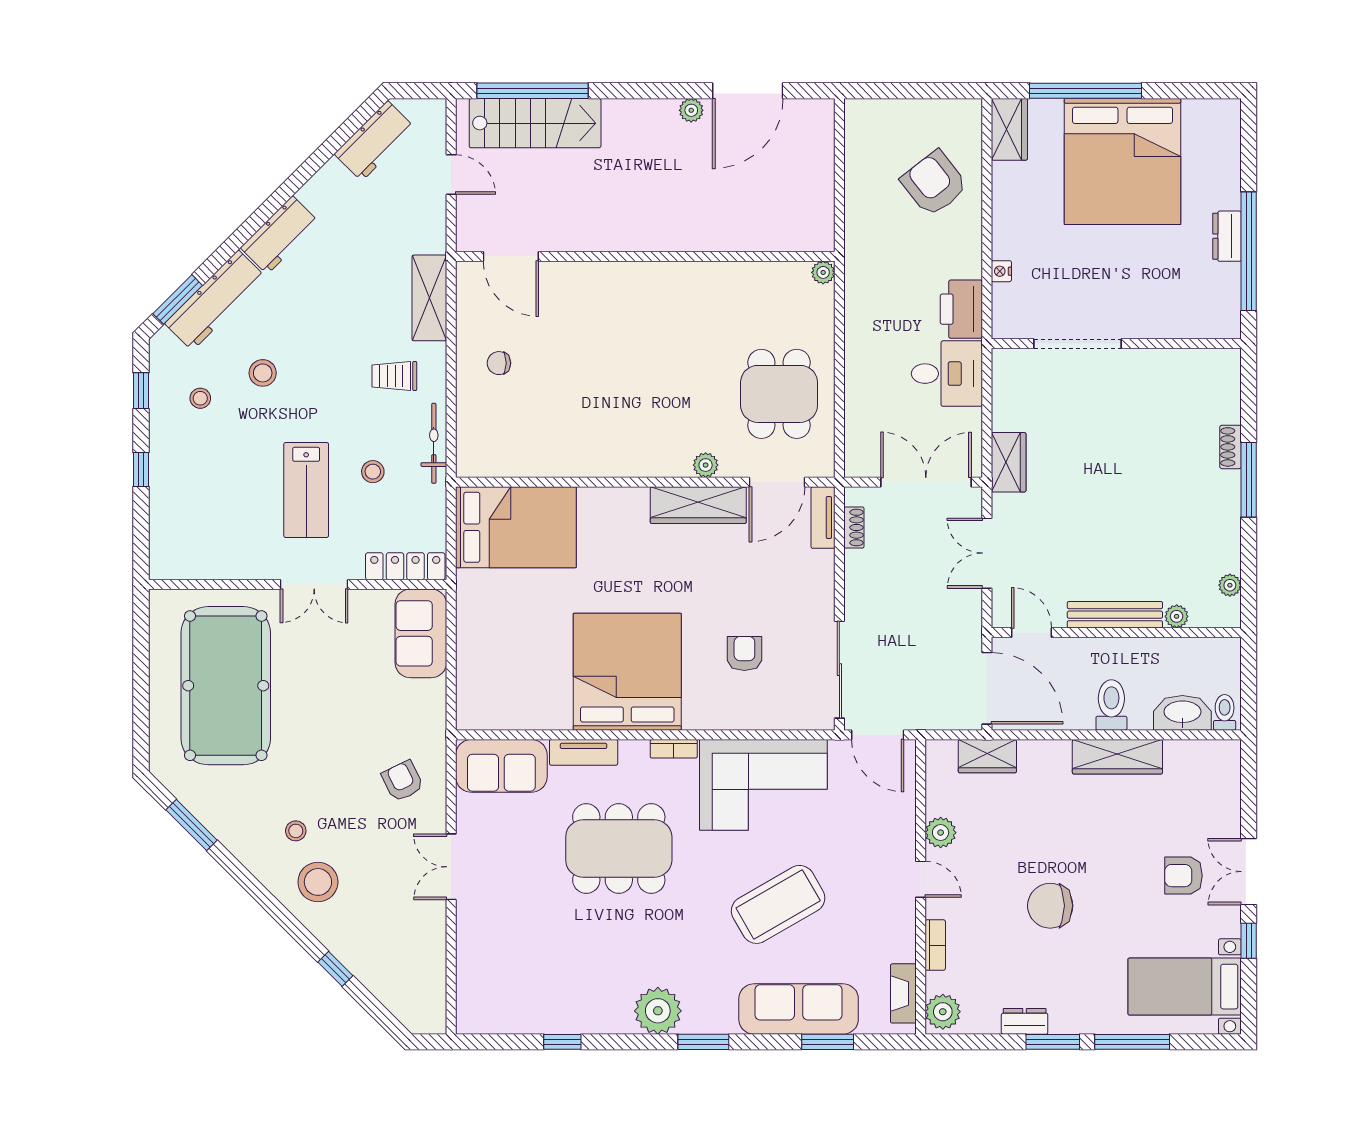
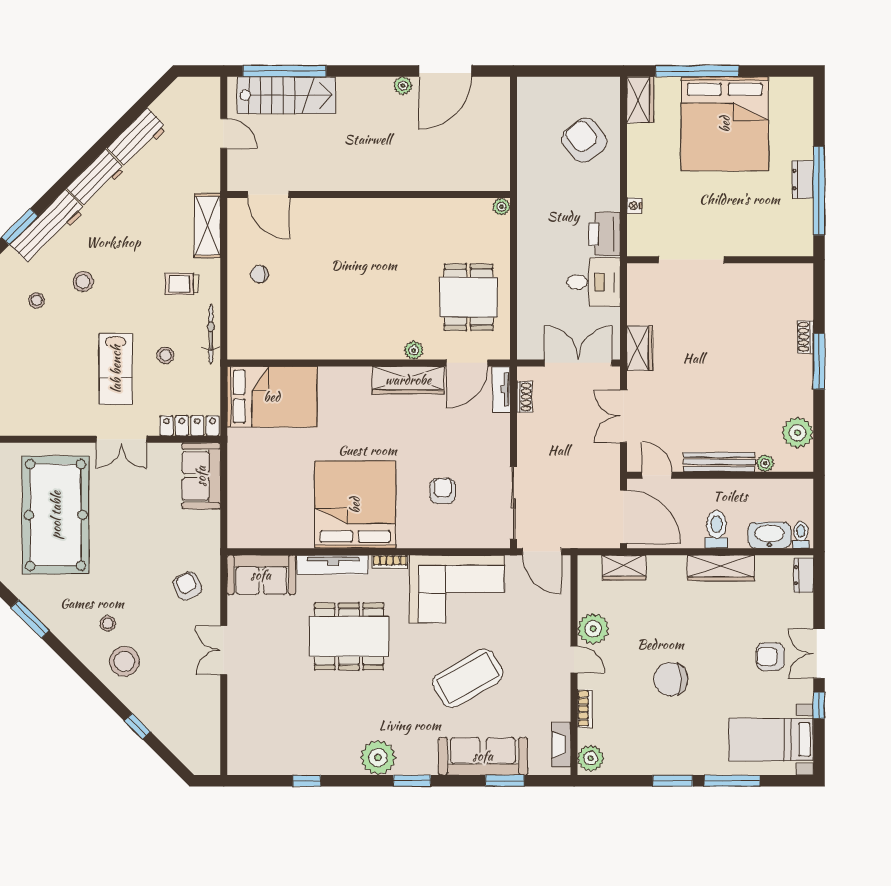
workbench: (375, 141) -> (137, 138), moved
plant: (1230, 585) -> (798, 433), width x1.87, depth x1.87
tv unit: (584, 752) -> (333, 565), width x1.41
plant: (941, 833) -> (593, 629), width x1.36, depth x1.36
dresser: (1025, 1021) -> (804, 575), moved, turned -90

